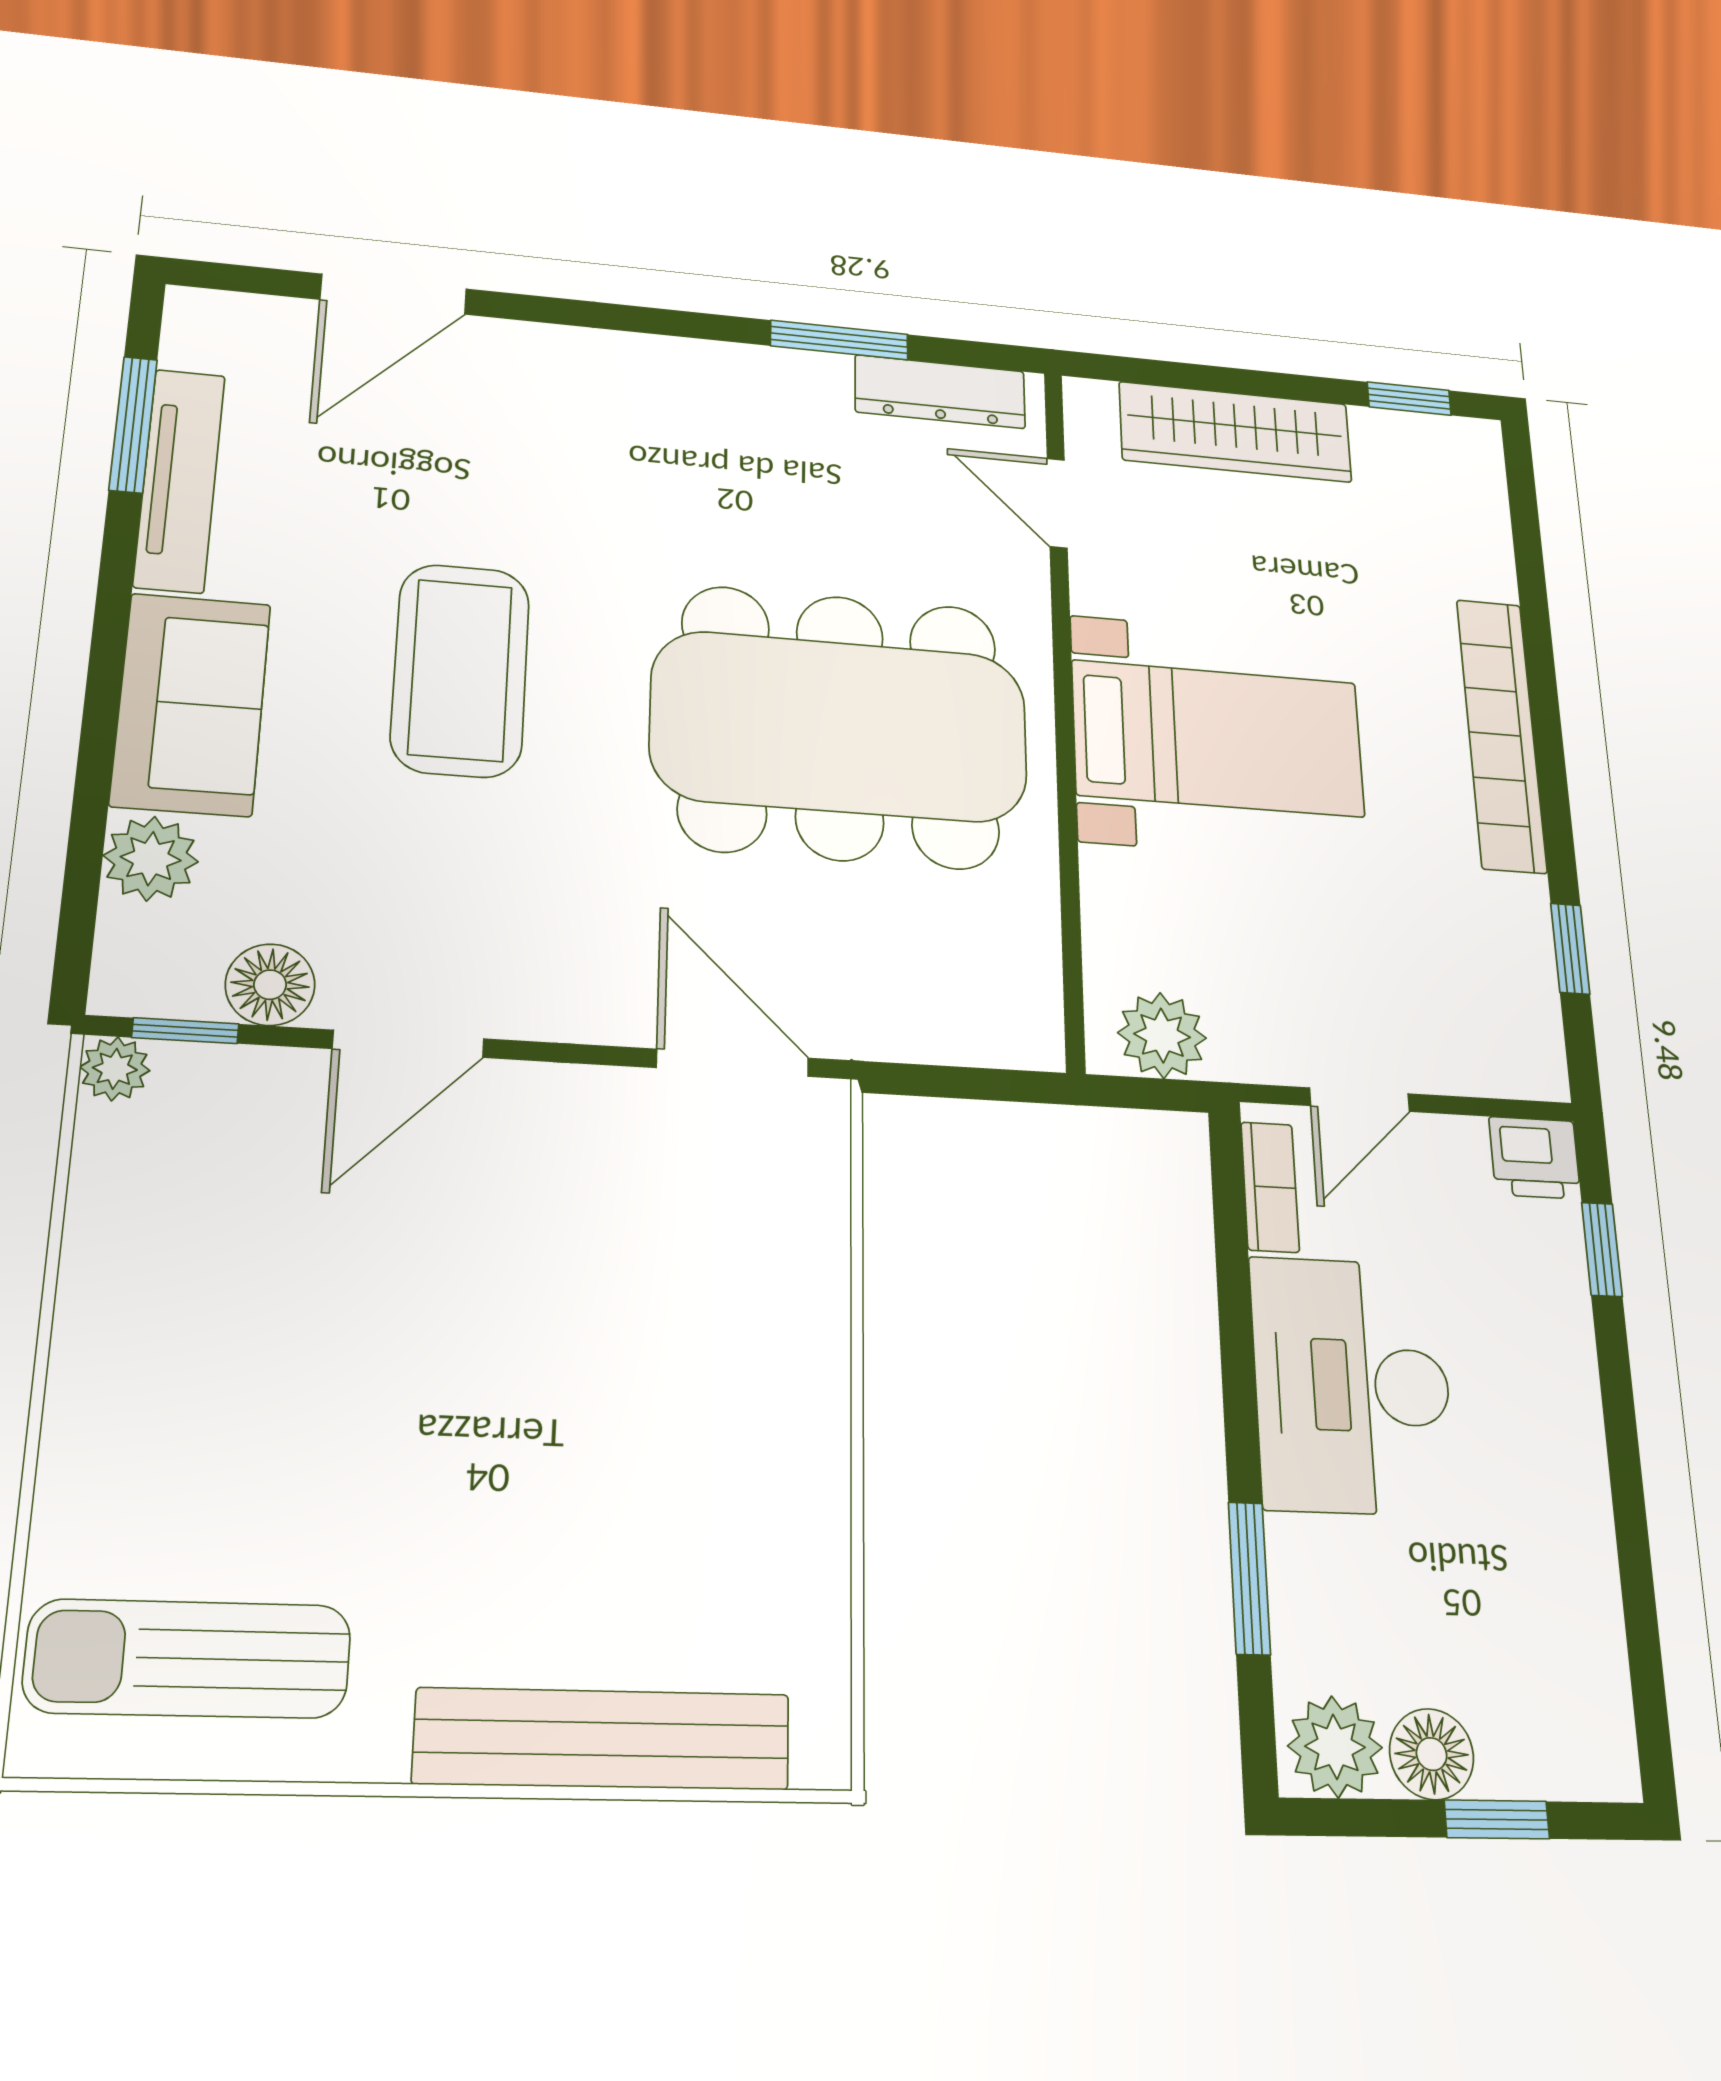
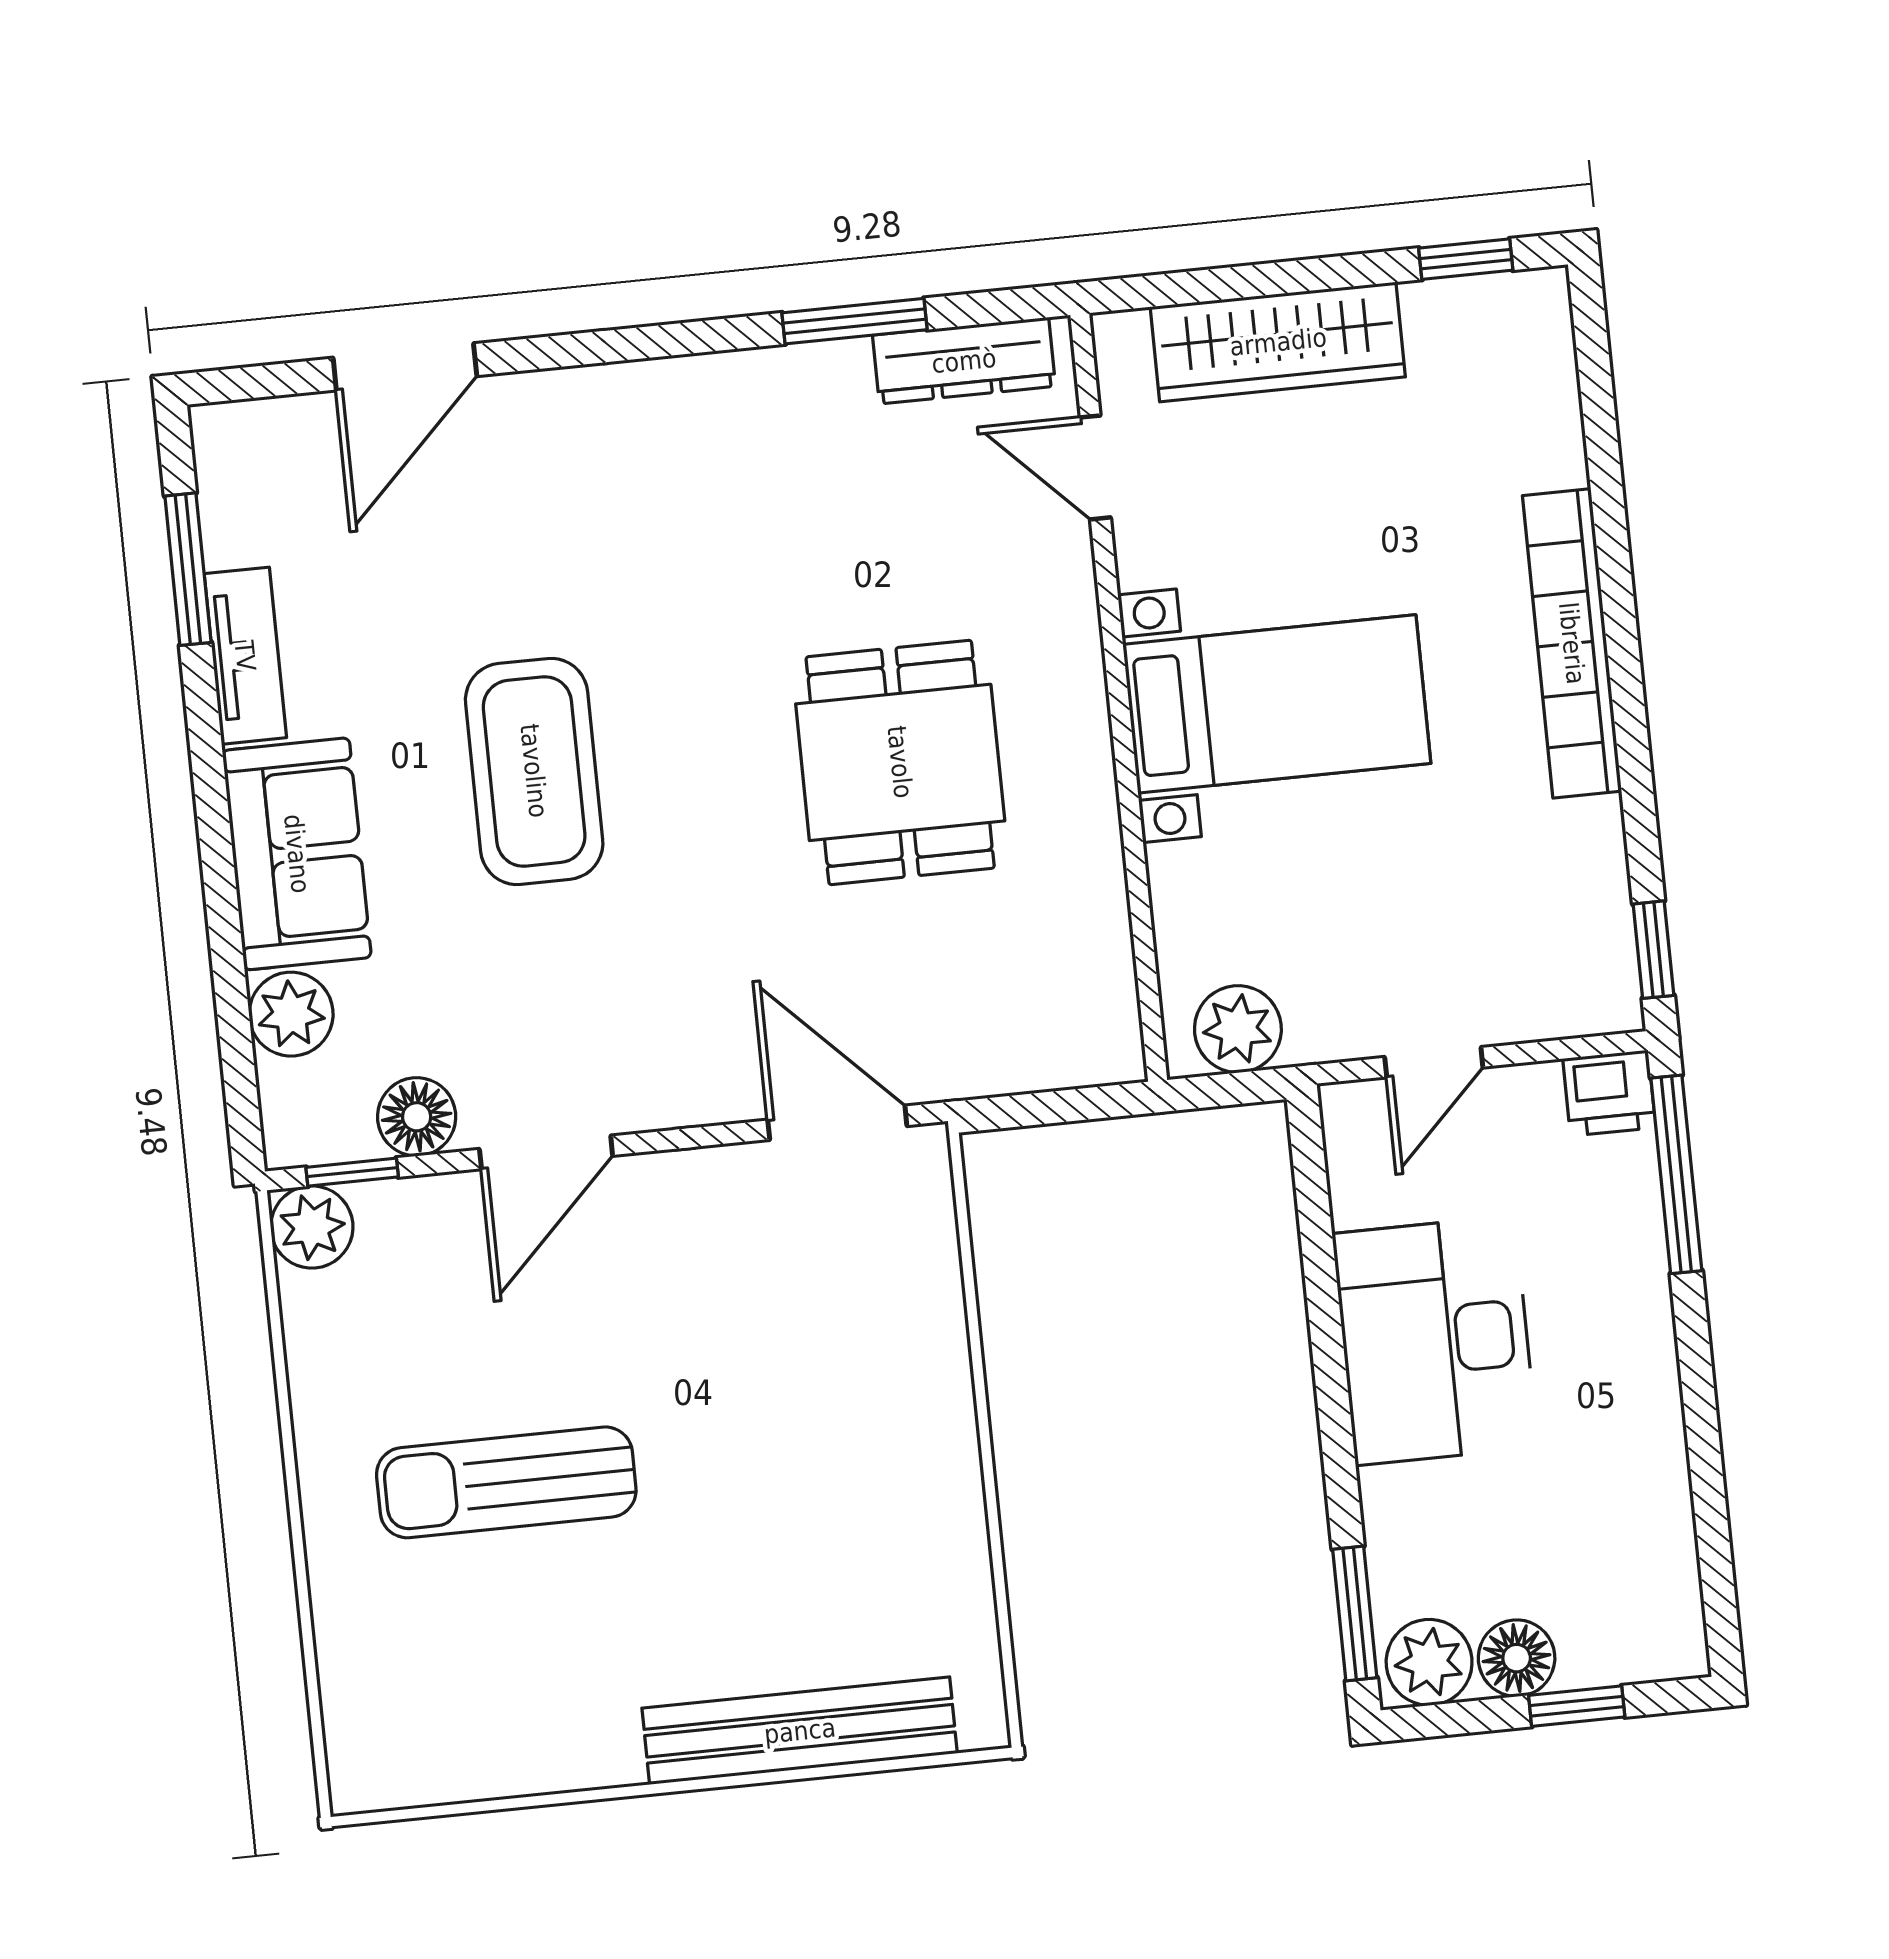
tv unit: (180, 480) -> (245, 656), width x0.71
dining table: (840, 727) -> (900, 762), width x0.53, depth x0.80
window: (1570, 949) -> (1653, 950), moved
plant: (115, 1069) -> (312, 1227), width x1.38, depth x1.38
bookcase: (1270, 1187) -> (1350, 1163), removed
window: (1602, 1249) -> (1676, 1174), width x2.17
window: (1249, 1578) -> (1355, 1614), moved
sun lounger: (188, 1659) -> (506, 1482), moved

